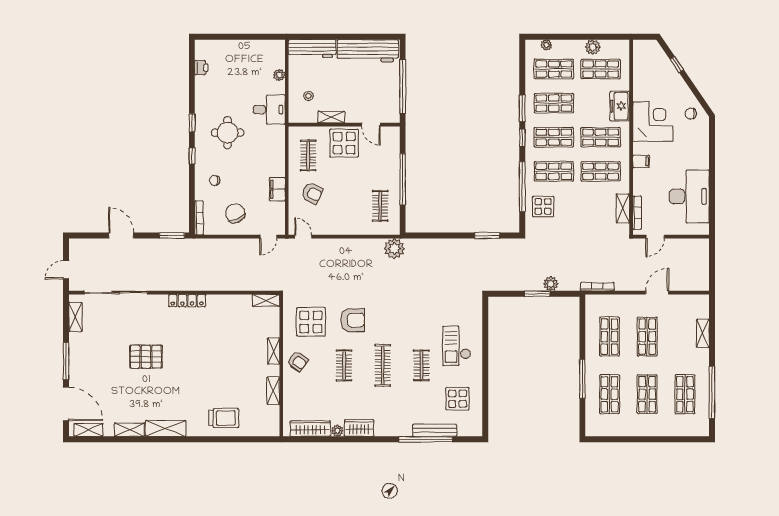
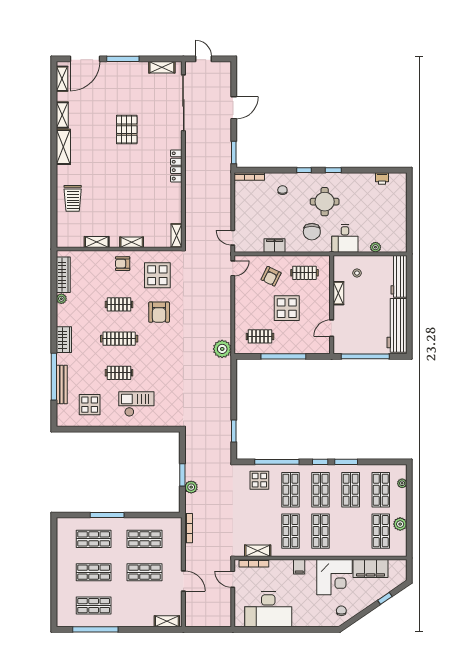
filing cabinet: (643, 81) -> (371, 569), added
freezer: (620, 106) -> (348, 548), removed
display table: (344, 143) -> (287, 308), moved
chair: (235, 213) -> (312, 232), moved, turned 113
shelving: (703, 333) -> (167, 621), moved
armchair: (298, 361) -> (123, 264), turned 55
wardrobe: (359, 428) -> (64, 340), moved

